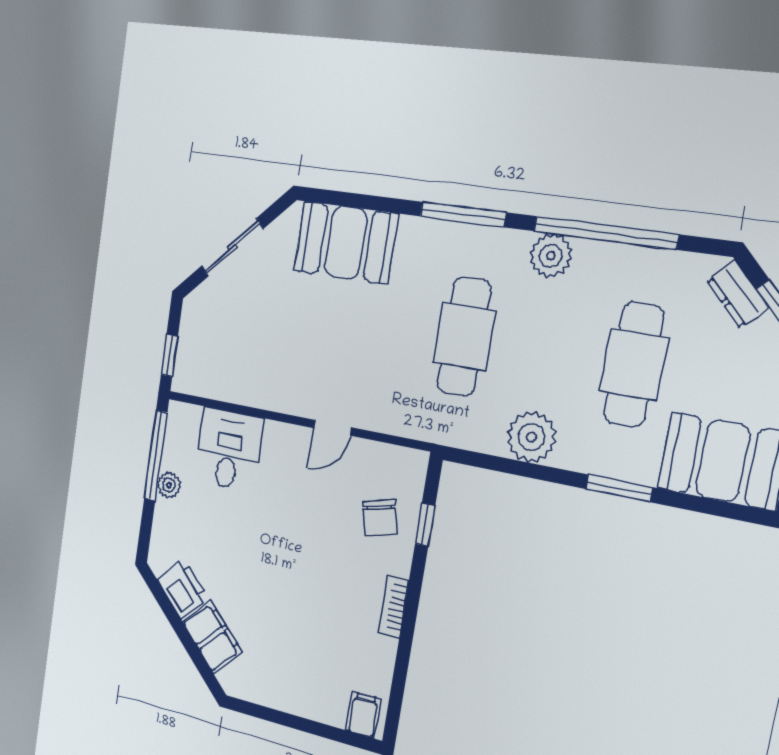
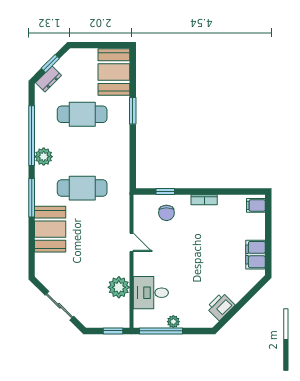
booth: (346, 243) -> (50, 229), moved
plant: (531, 437) -> (119, 287), moved
chair: (380, 518) -> (166, 213), turned 104
filing cabinet: (212, 637) -> (255, 255), moved, turned -45

